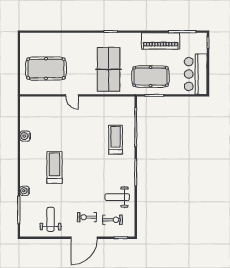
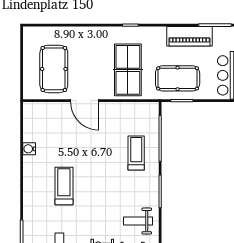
pool table: (46, 69) -> (54, 69), turned 90
door: (72, 95) -> (85, 101), width x1.87
water cooler: (25, 191) -> (29, 214), removed

